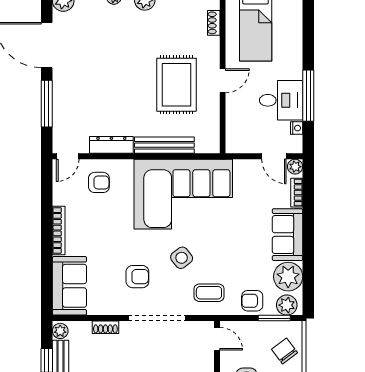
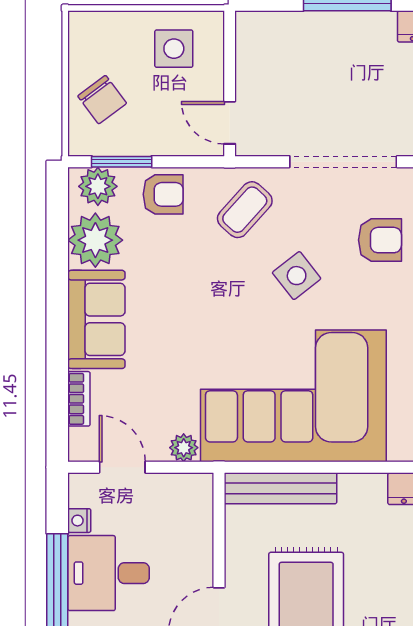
bench: (164, 145) -> (280, 488), moved
plant: (295, 167) -> (184, 448), moved
armchair: (137, 277) -> (380, 240), turned 180
coffee table: (209, 293) -> (245, 210), turned -48

